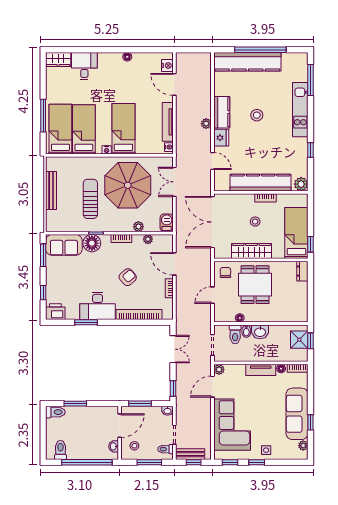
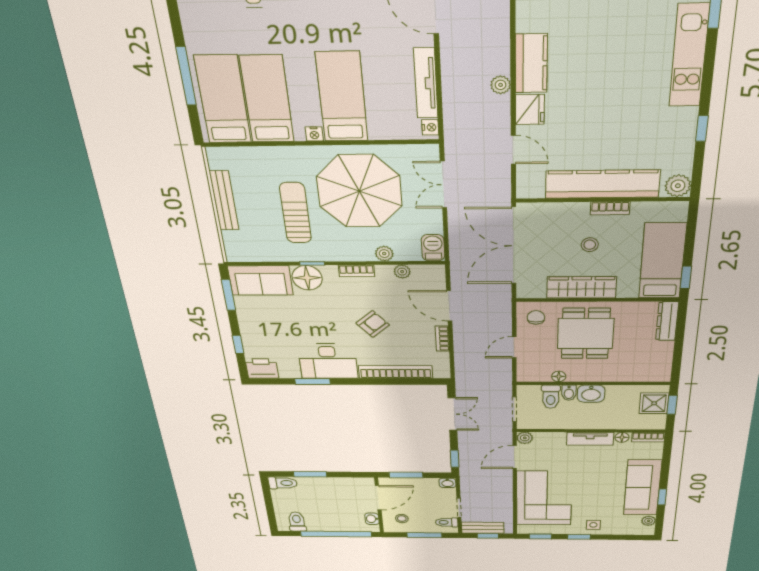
stool: (257, 115) -> (601, 68), removed
dresser: (302, 271) -> (667, 321), width x1.44

